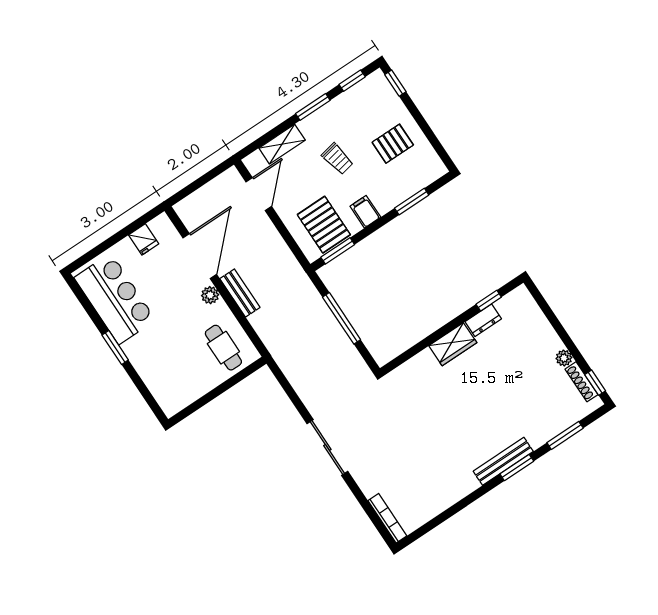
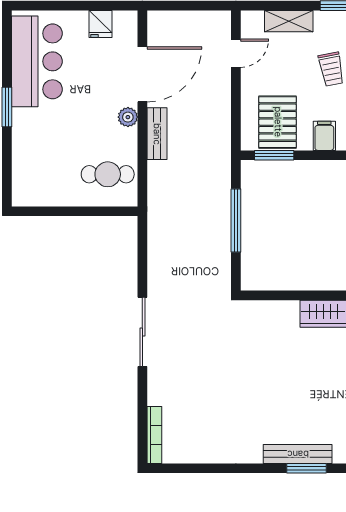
door: (259, 194) -> (236, 53), width x0.73
cafe table: (223, 348) -> (108, 174), turned 90

